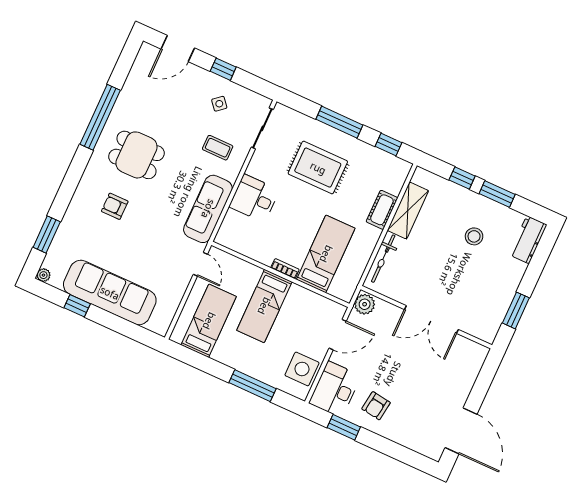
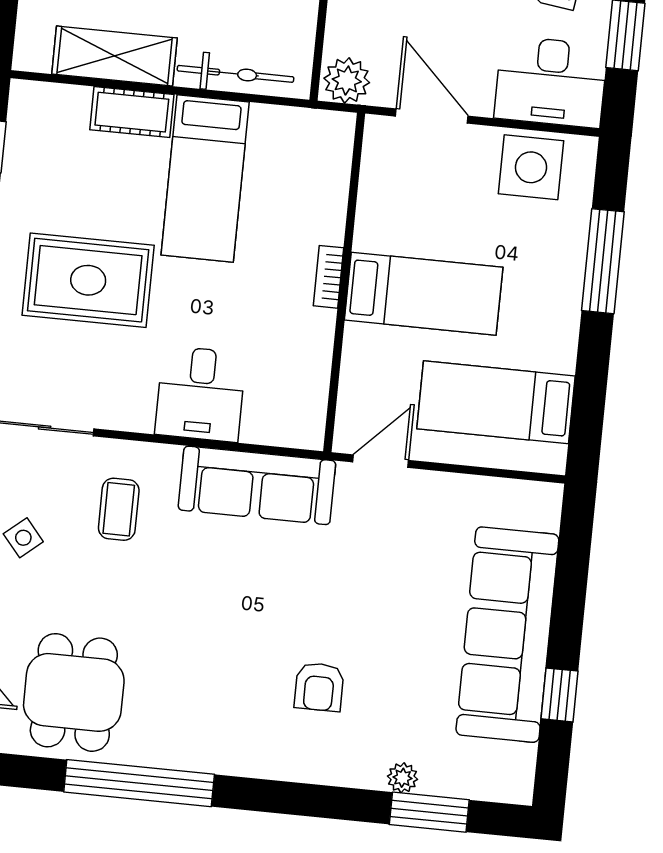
dining table: (136, 155) -> (74, 692), moved
rug: (318, 168) -> (88, 280), turned 90
bed: (326, 254) -> (205, 179), moved, turned -90
plant: (43, 275) -> (403, 778), moved

